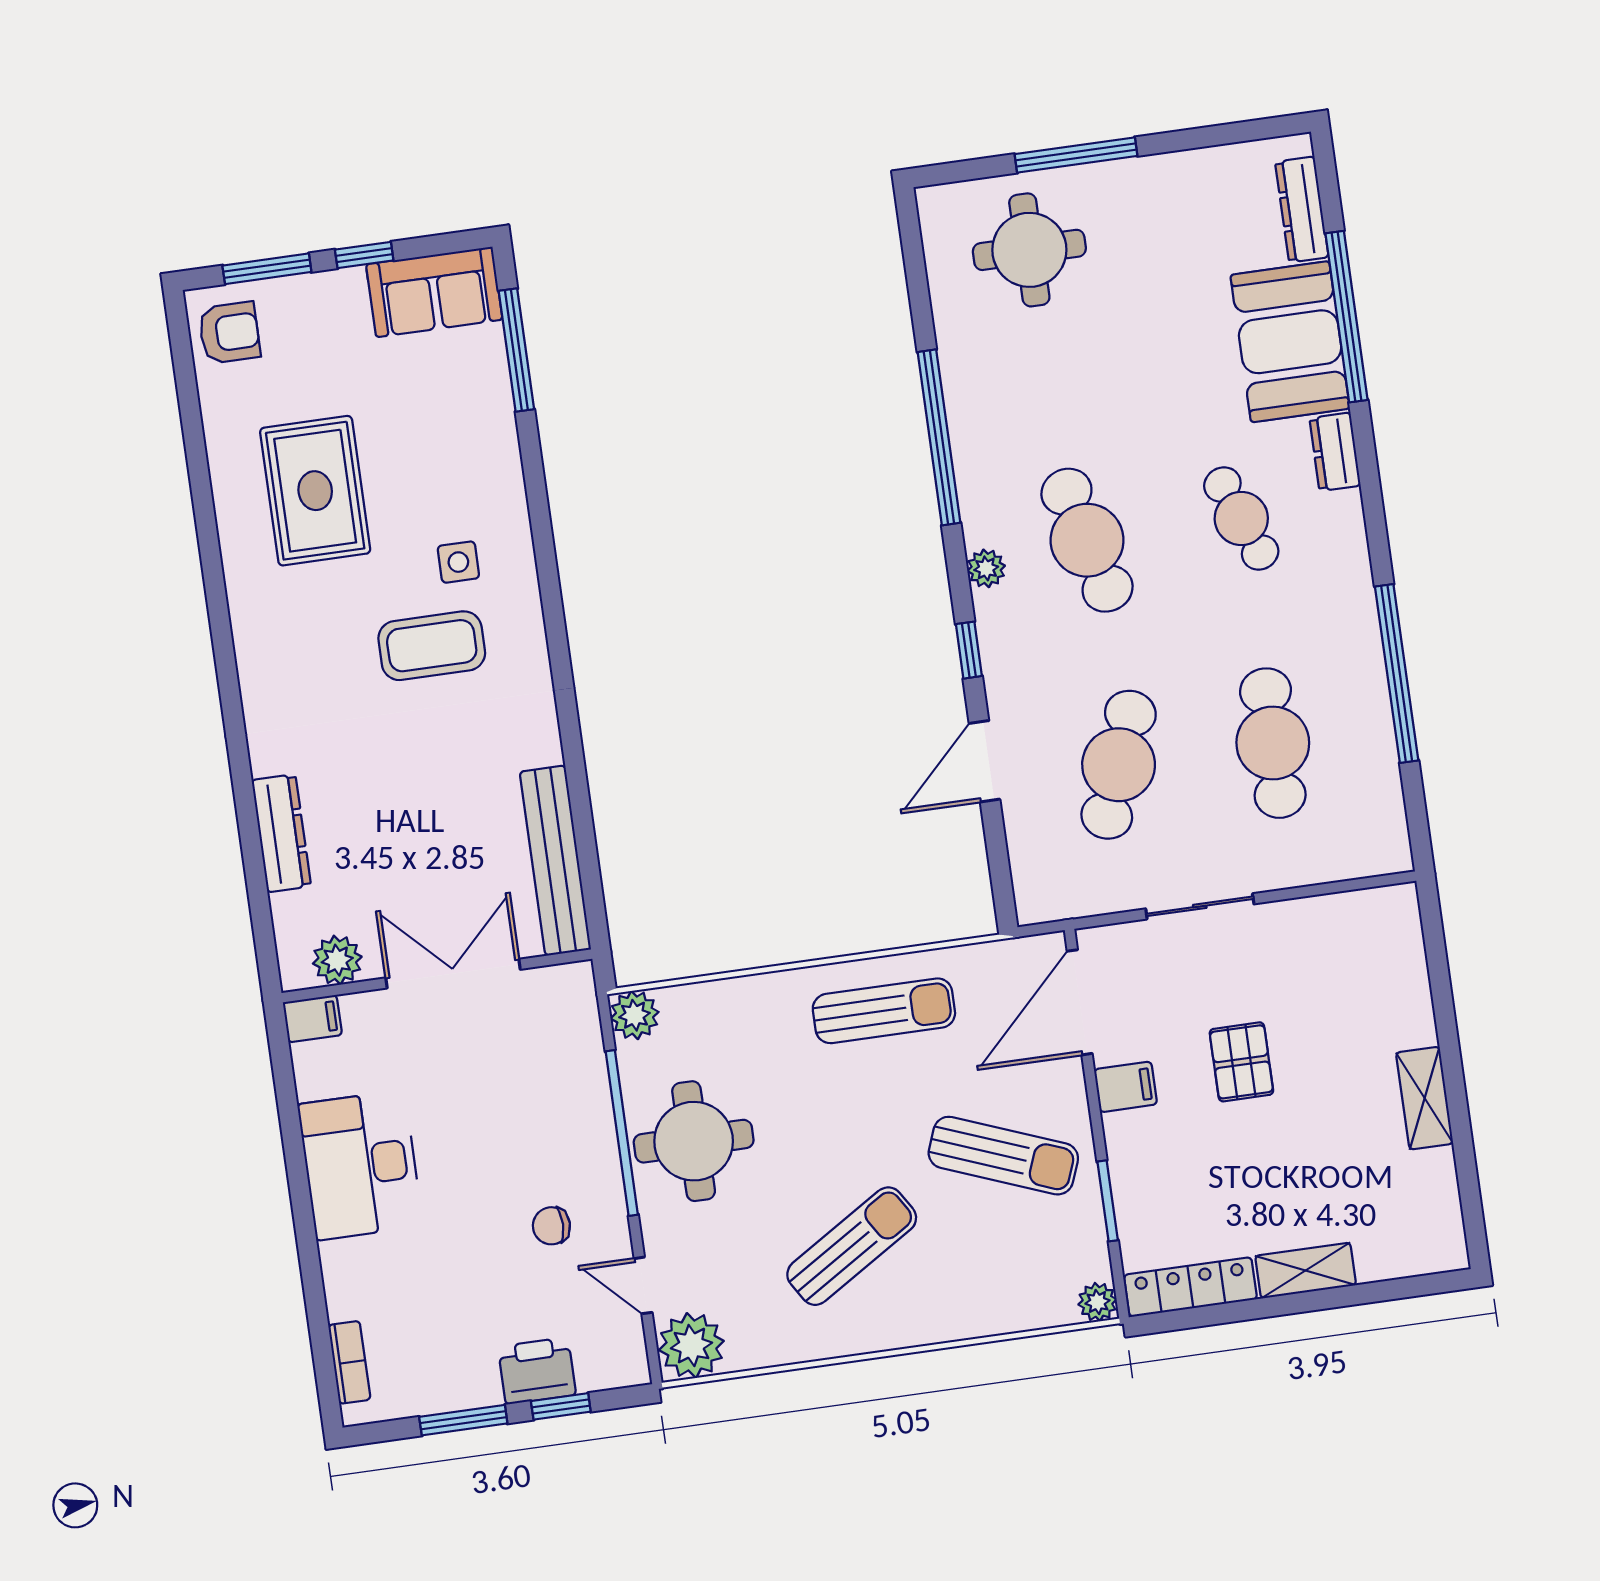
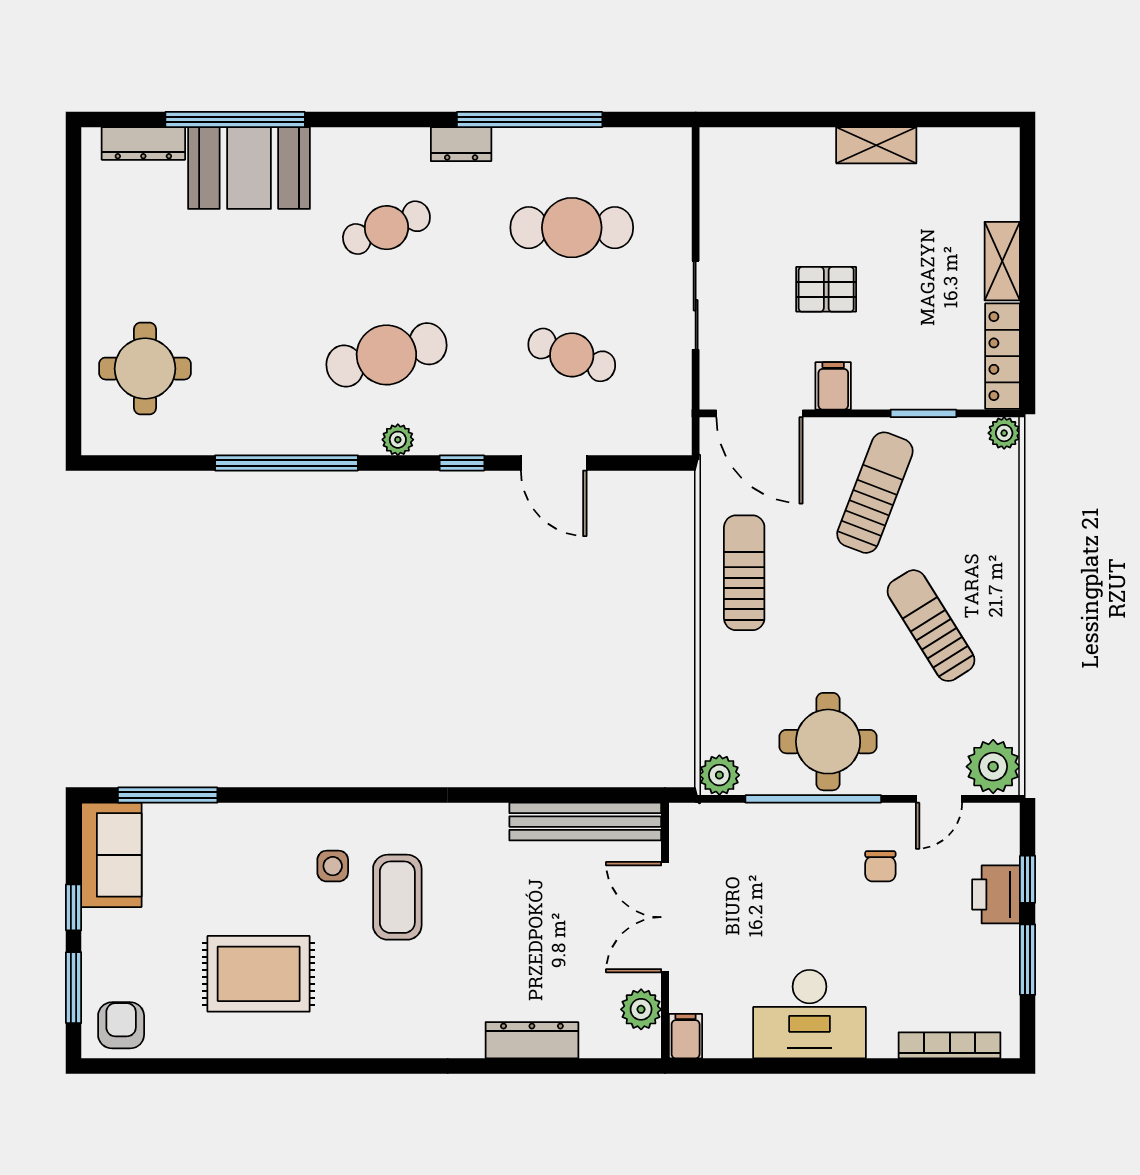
window: (1076, 155) -> (74, 320), removed
dresser: (1335, 452) -> (461, 144), moved
cafe table: (1119, 765) -> (572, 355), width x0.73, depth x0.74
bookcase: (349, 1362) -> (950, 1045), width x1.56

